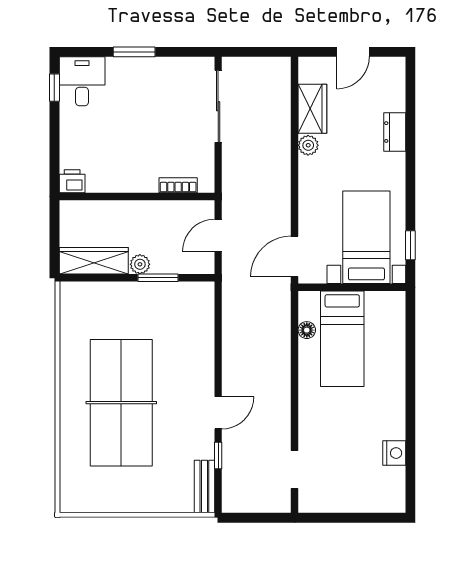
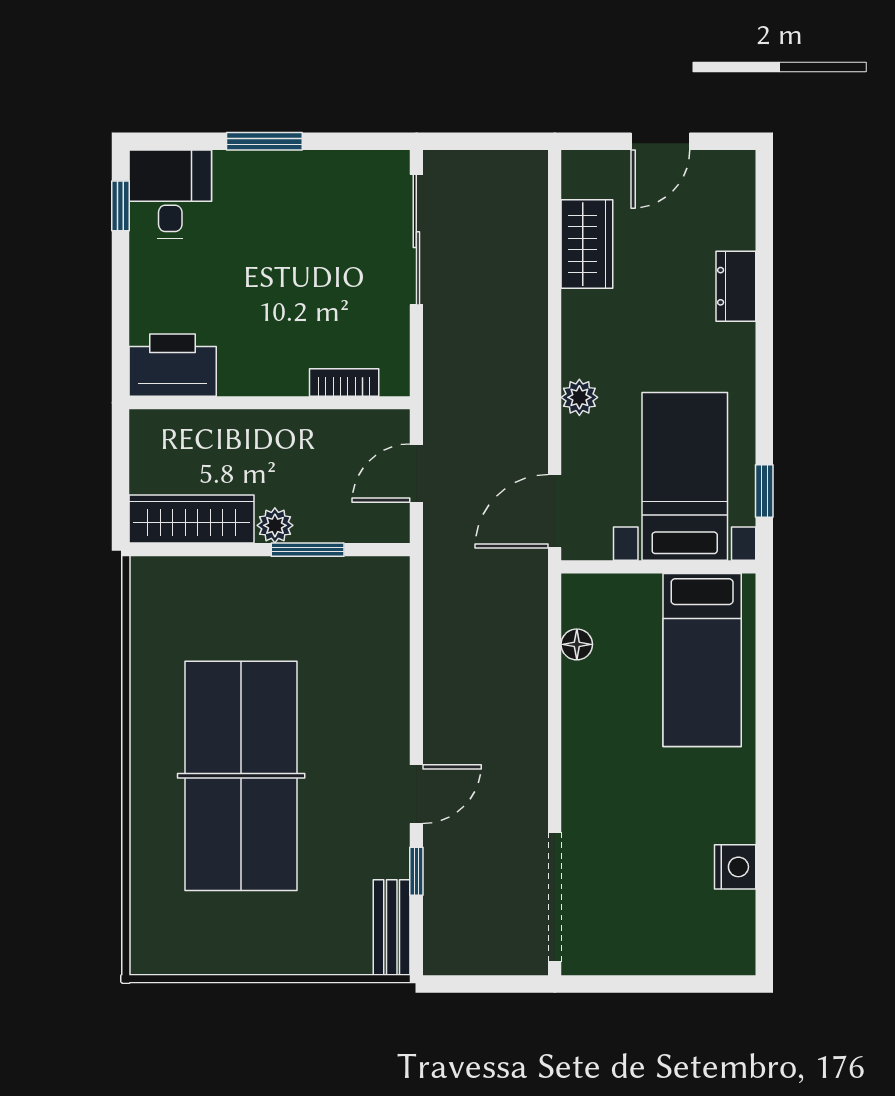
plant: (308, 145) -> (579, 397), moved
printer: (72, 181) -> (173, 365), width x1.87, depth x1.48
bed: (342, 339) -> (702, 660), moved
doorway: (295, 470) -> (555, 897), width x1.88

